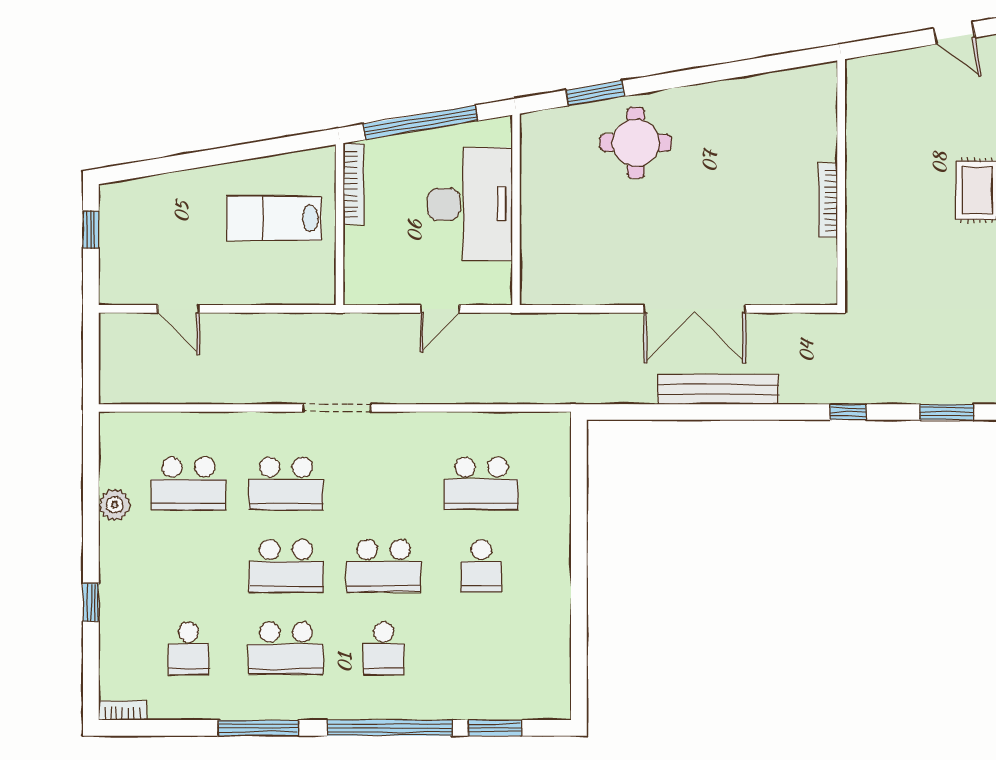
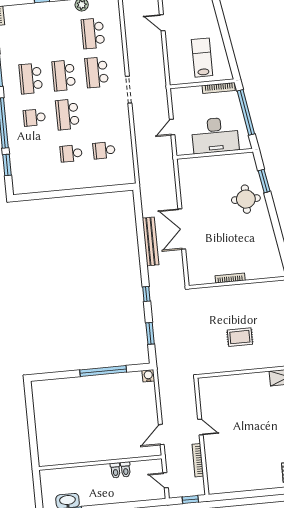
door: (178, 309) -> (162, 23), hinge flipped
door: (440, 309) -> (172, 127), hinge flipped
school desk: (481, 483) -> (104, 150), width x0.54
school desk: (188, 648) -> (27, 40), removed

